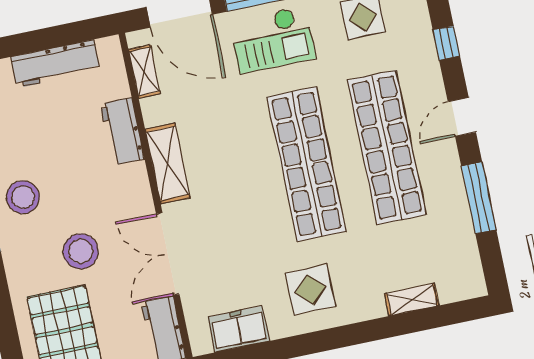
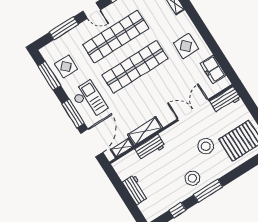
window: (446, 43) -> (64, 28), width x2.17
workbench: (55, 64) -> (135, 190), width x0.73
shelving: (168, 163) -> (145, 131), moved
double door: (168, 254) -> (193, 110), swing flipped

